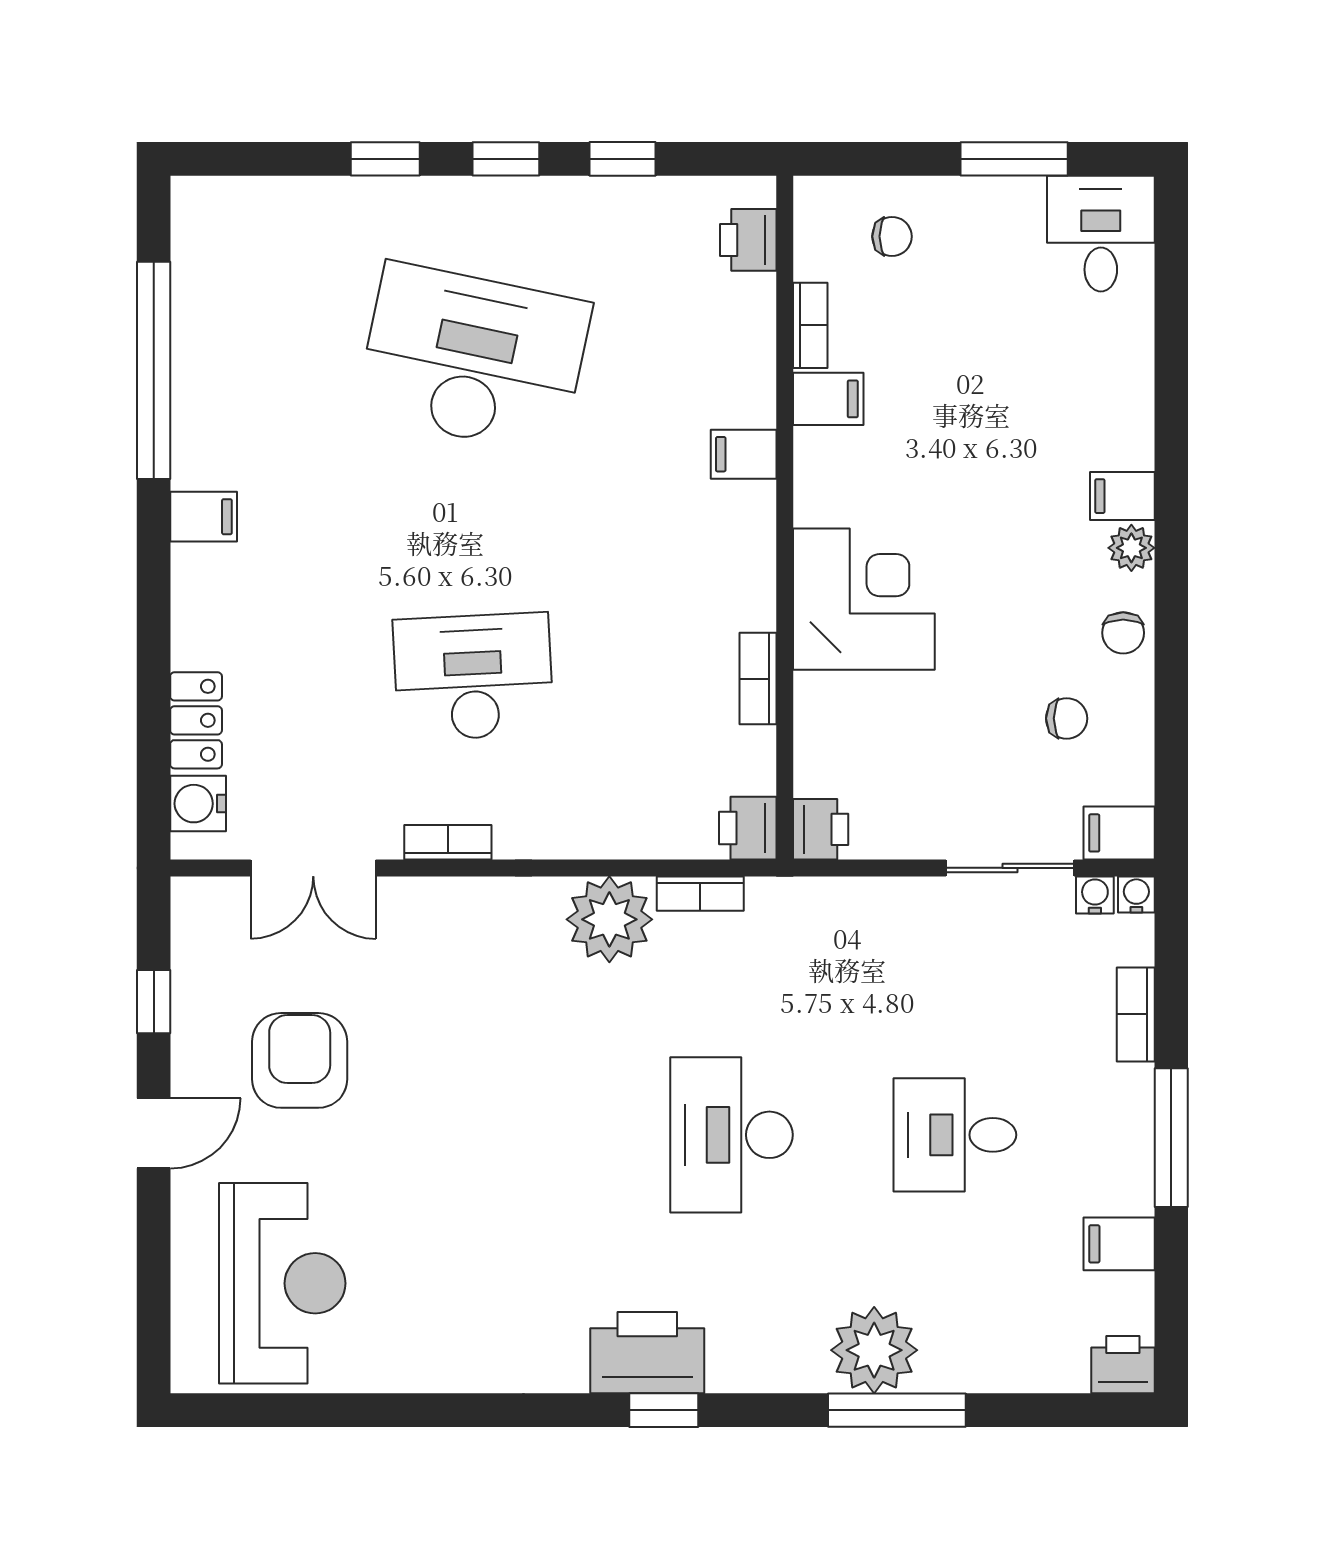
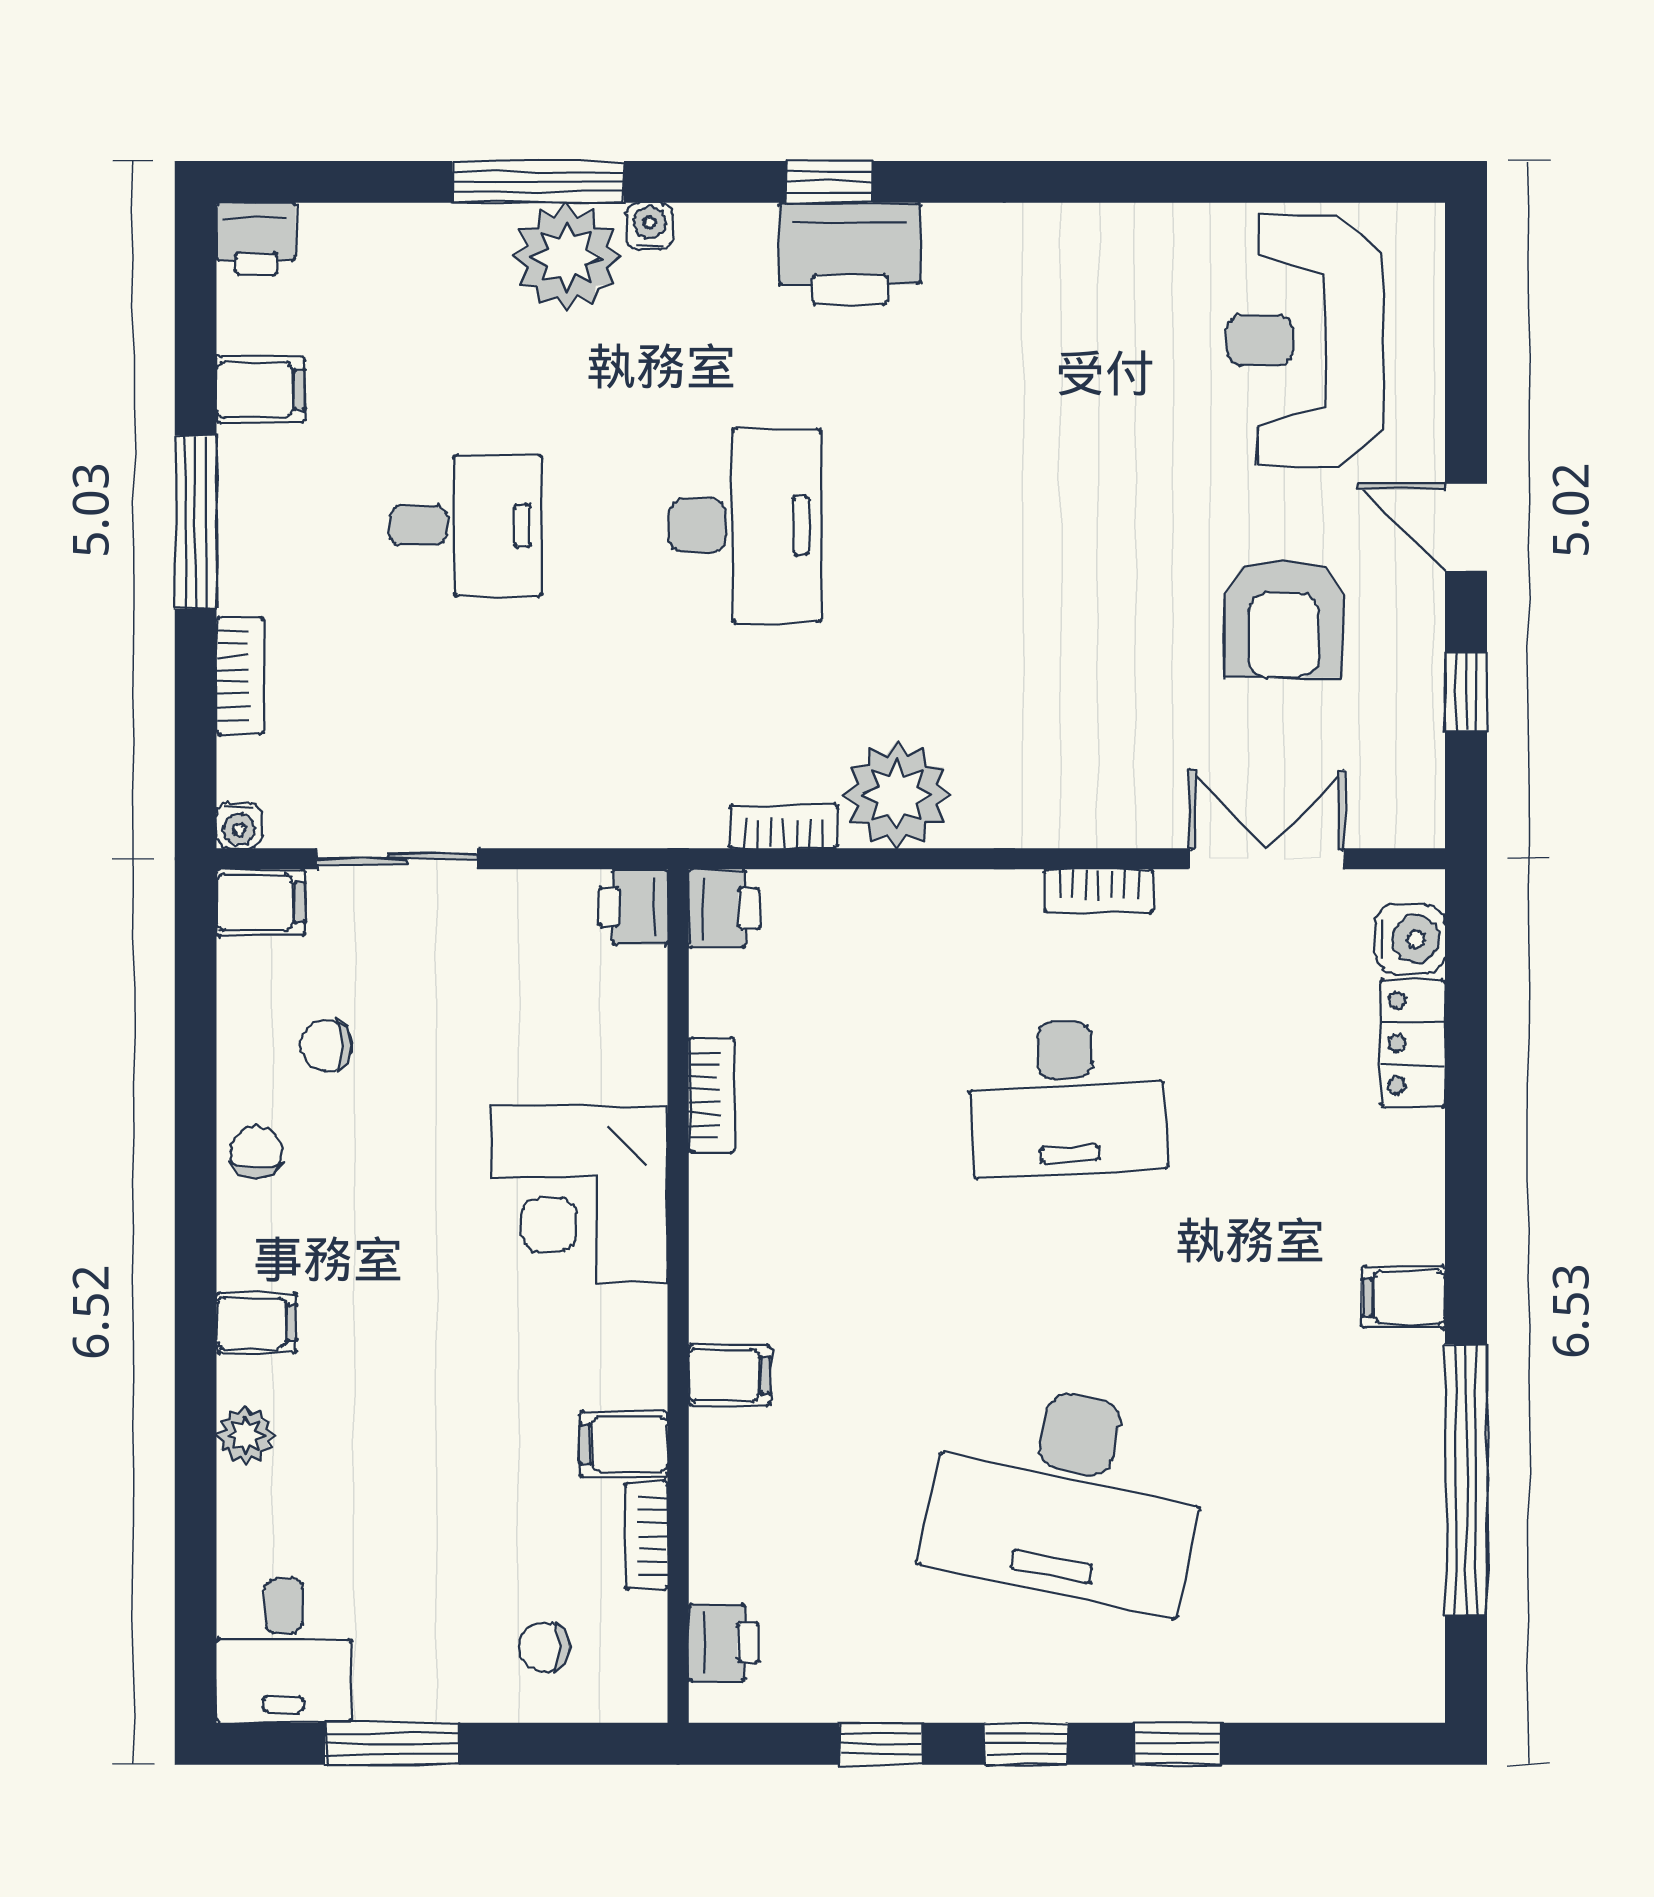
plant: (1131, 548) -> (245, 1435), moved
water cooler: (1095, 895) -> (650, 226), moved, turned 180
door: (154, 1133) -> (1466, 528), hinge flipped

